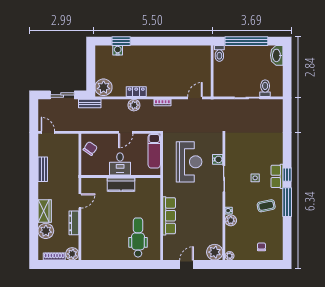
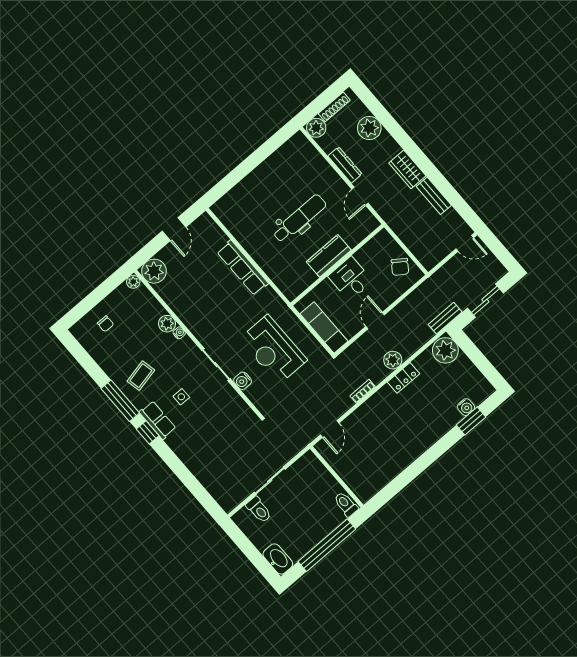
wardrobe: (45, 211) -> (407, 169), moved
dental chair: (138, 237) -> (300, 219), moved, turned -90

